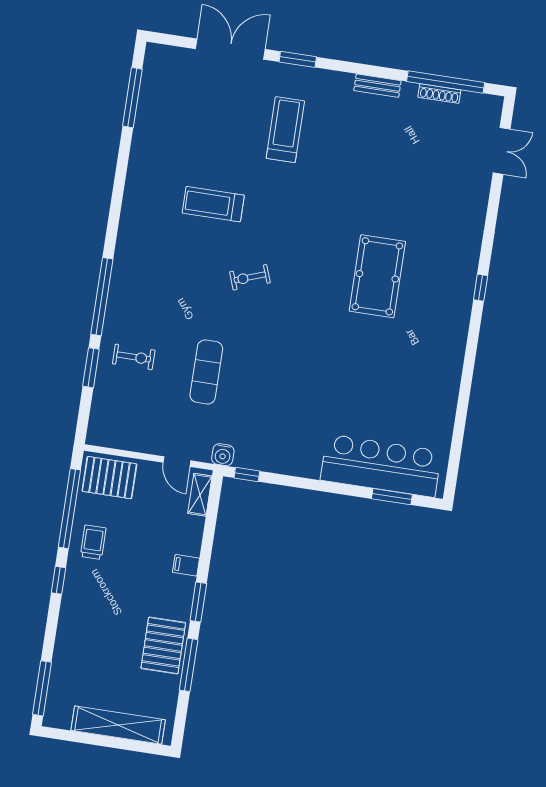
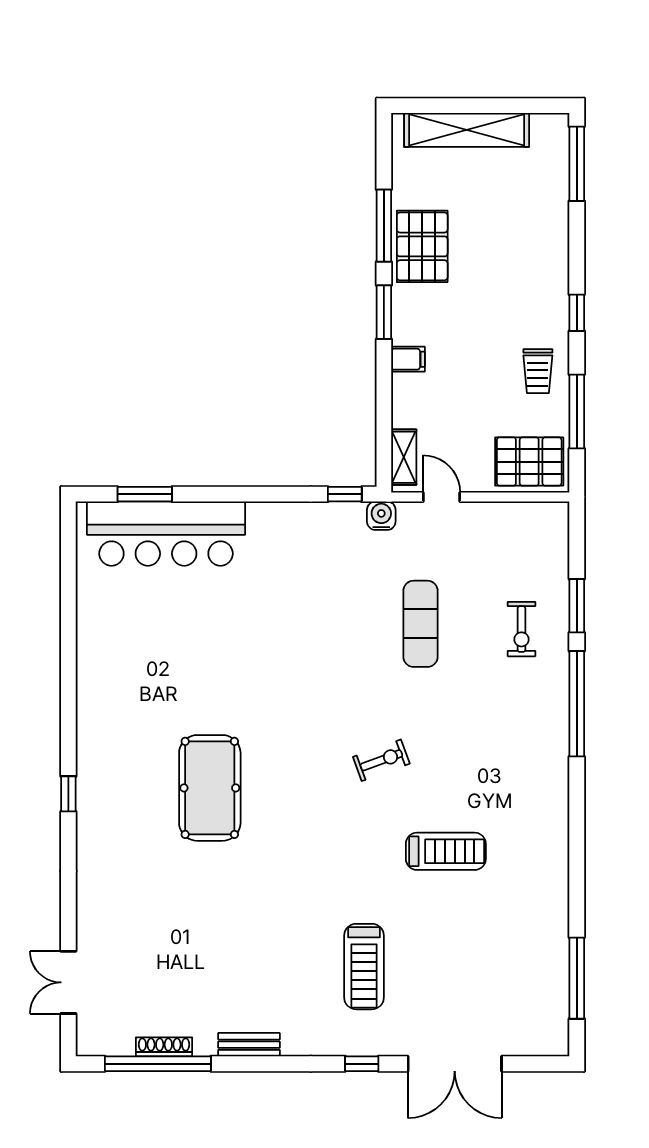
window: (298, 59) -> (362, 1064), width x0.67
exercise bike: (134, 357) -> (521, 629), turned -90
window: (69, 509) -> (577, 411), width x0.68

